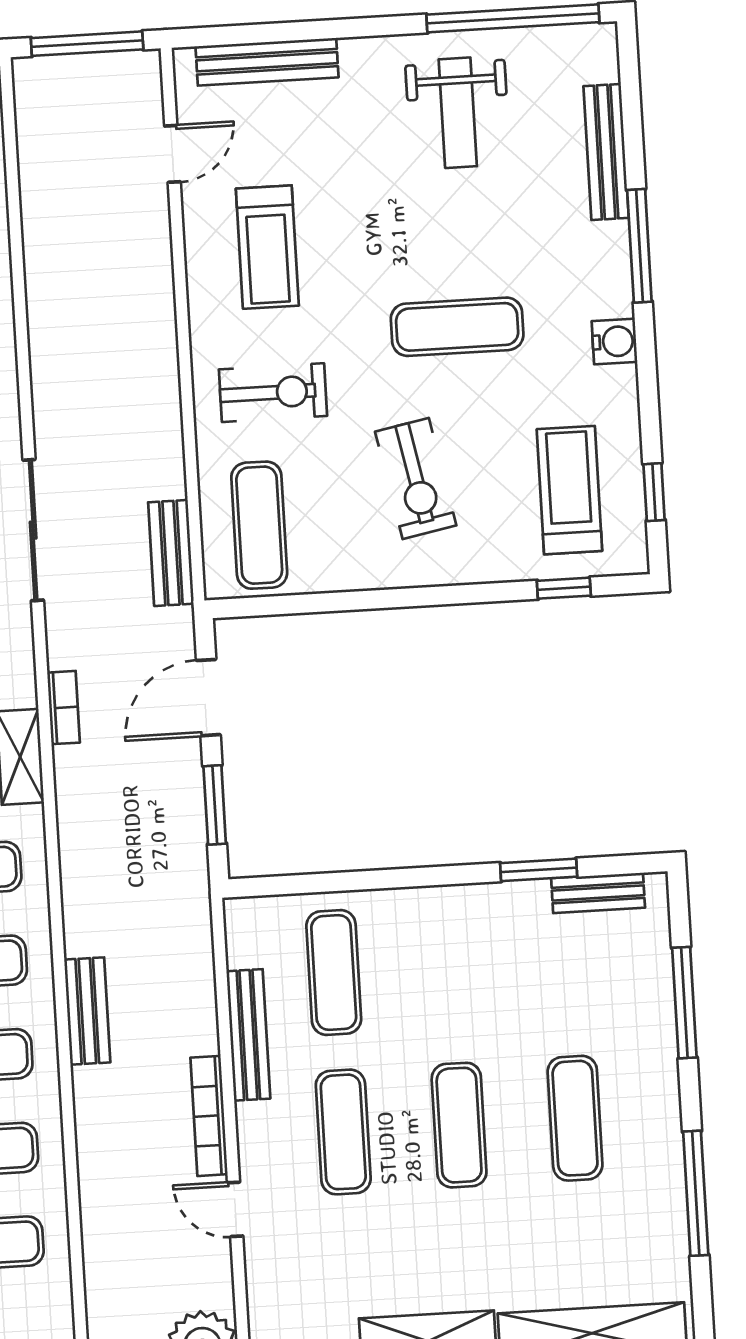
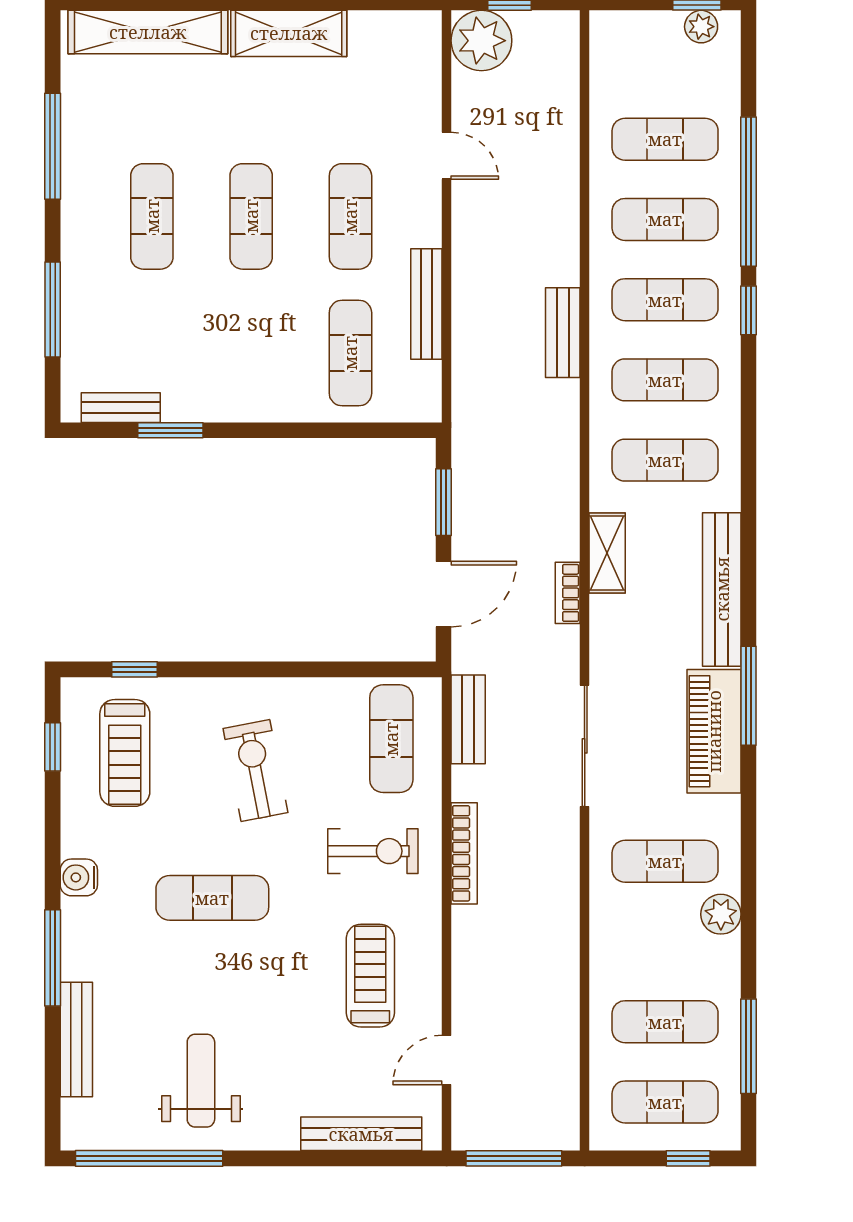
exercise bike: (273, 393) -> (373, 851), turned 180
bookcase: (209, 1116) -> (464, 853), moved

